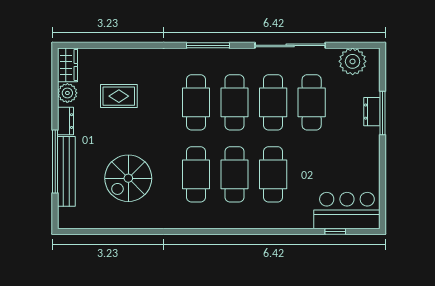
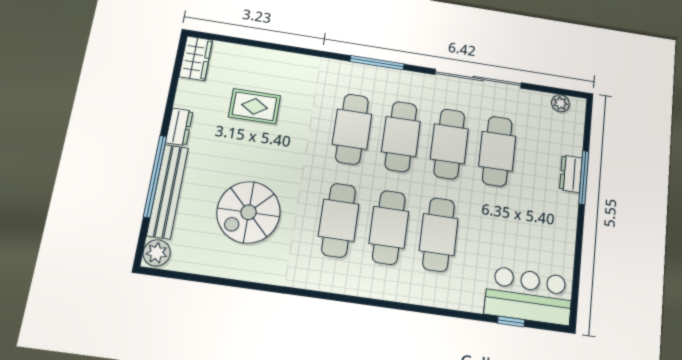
plant: (353, 61) -> (560, 103), width x0.53, depth x0.53
plant: (67, 93) -> (157, 253), moved

